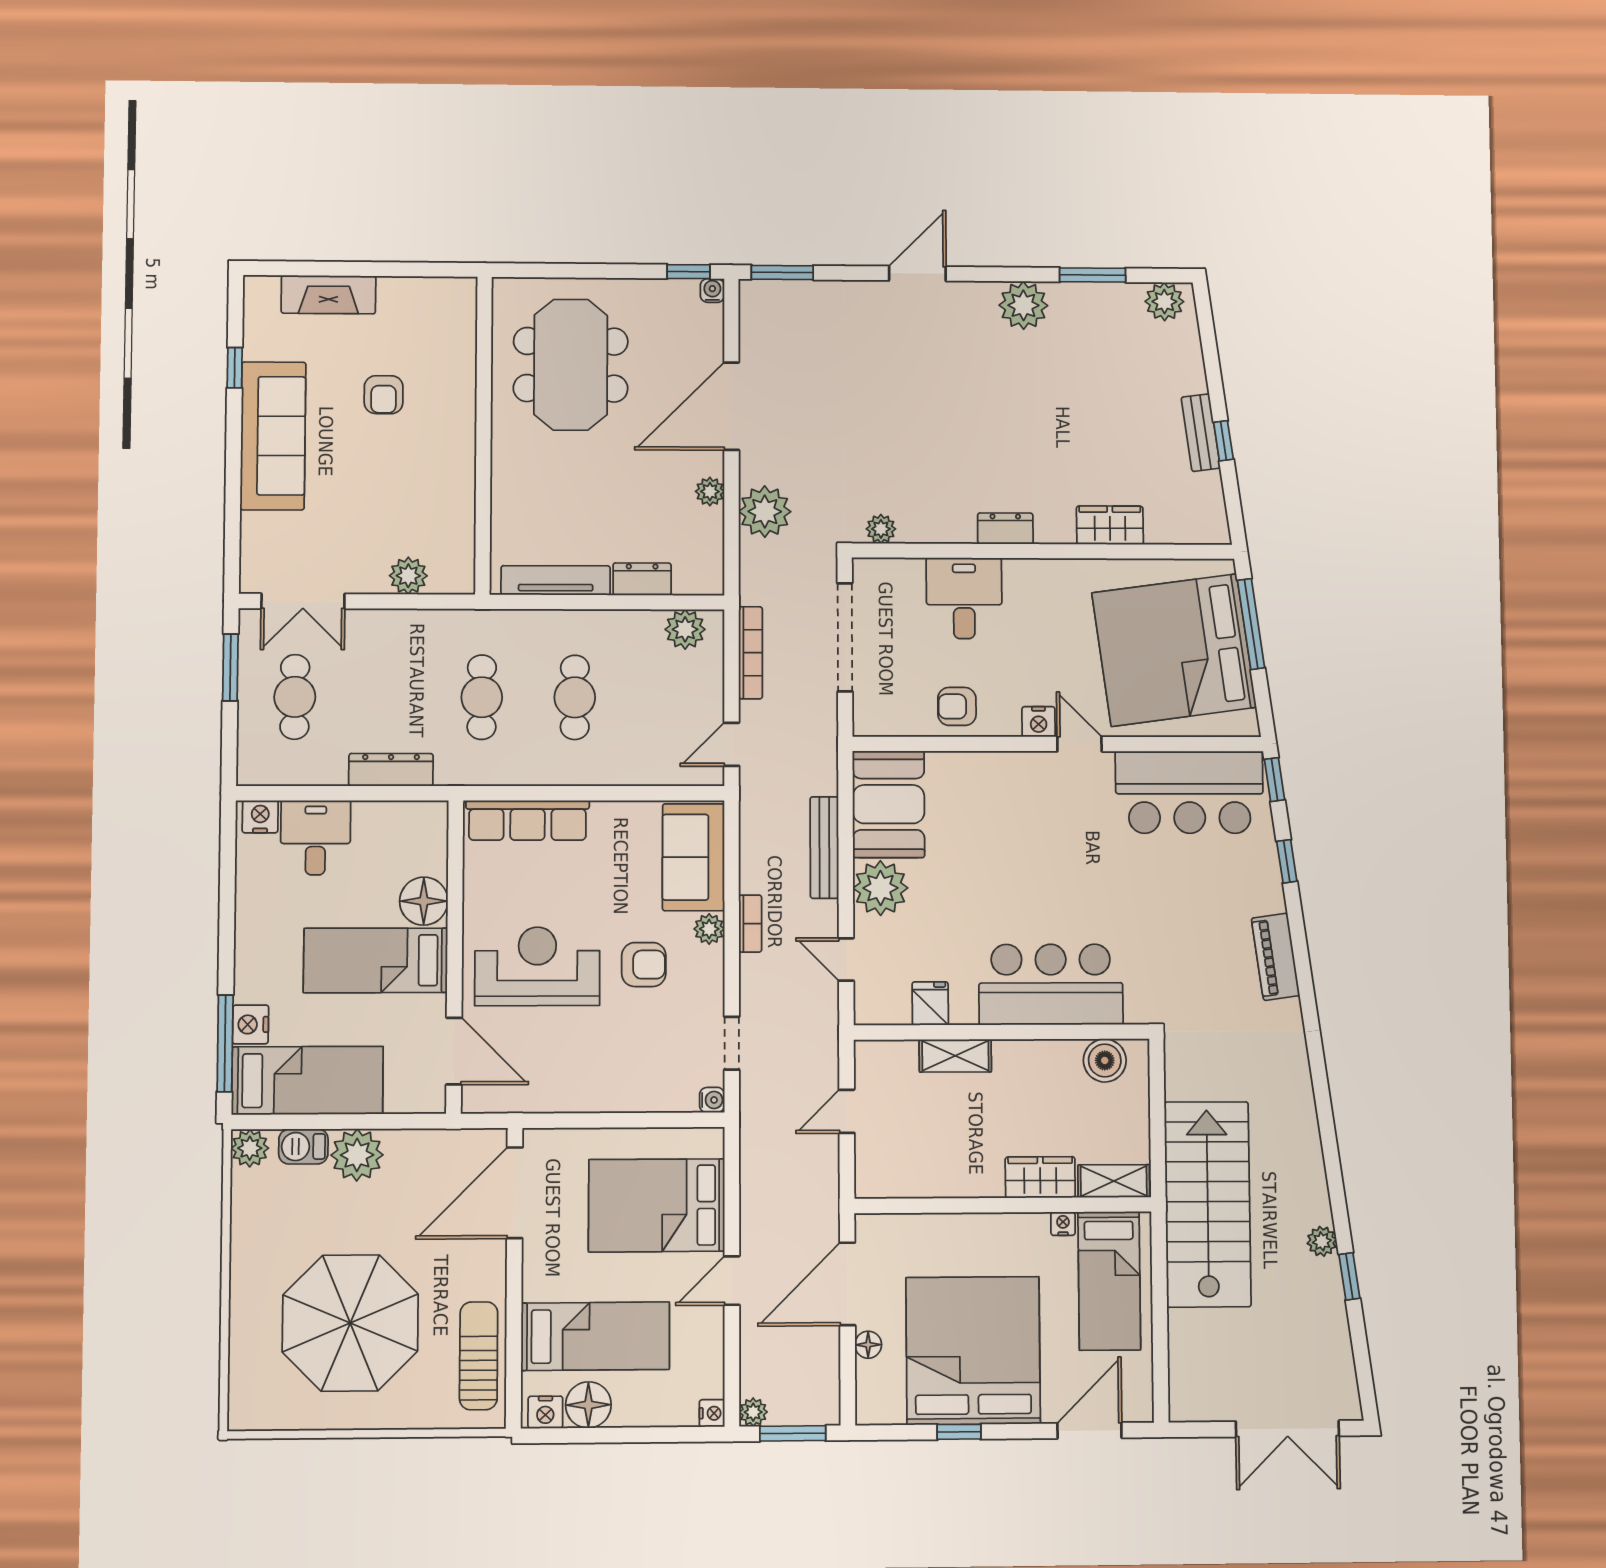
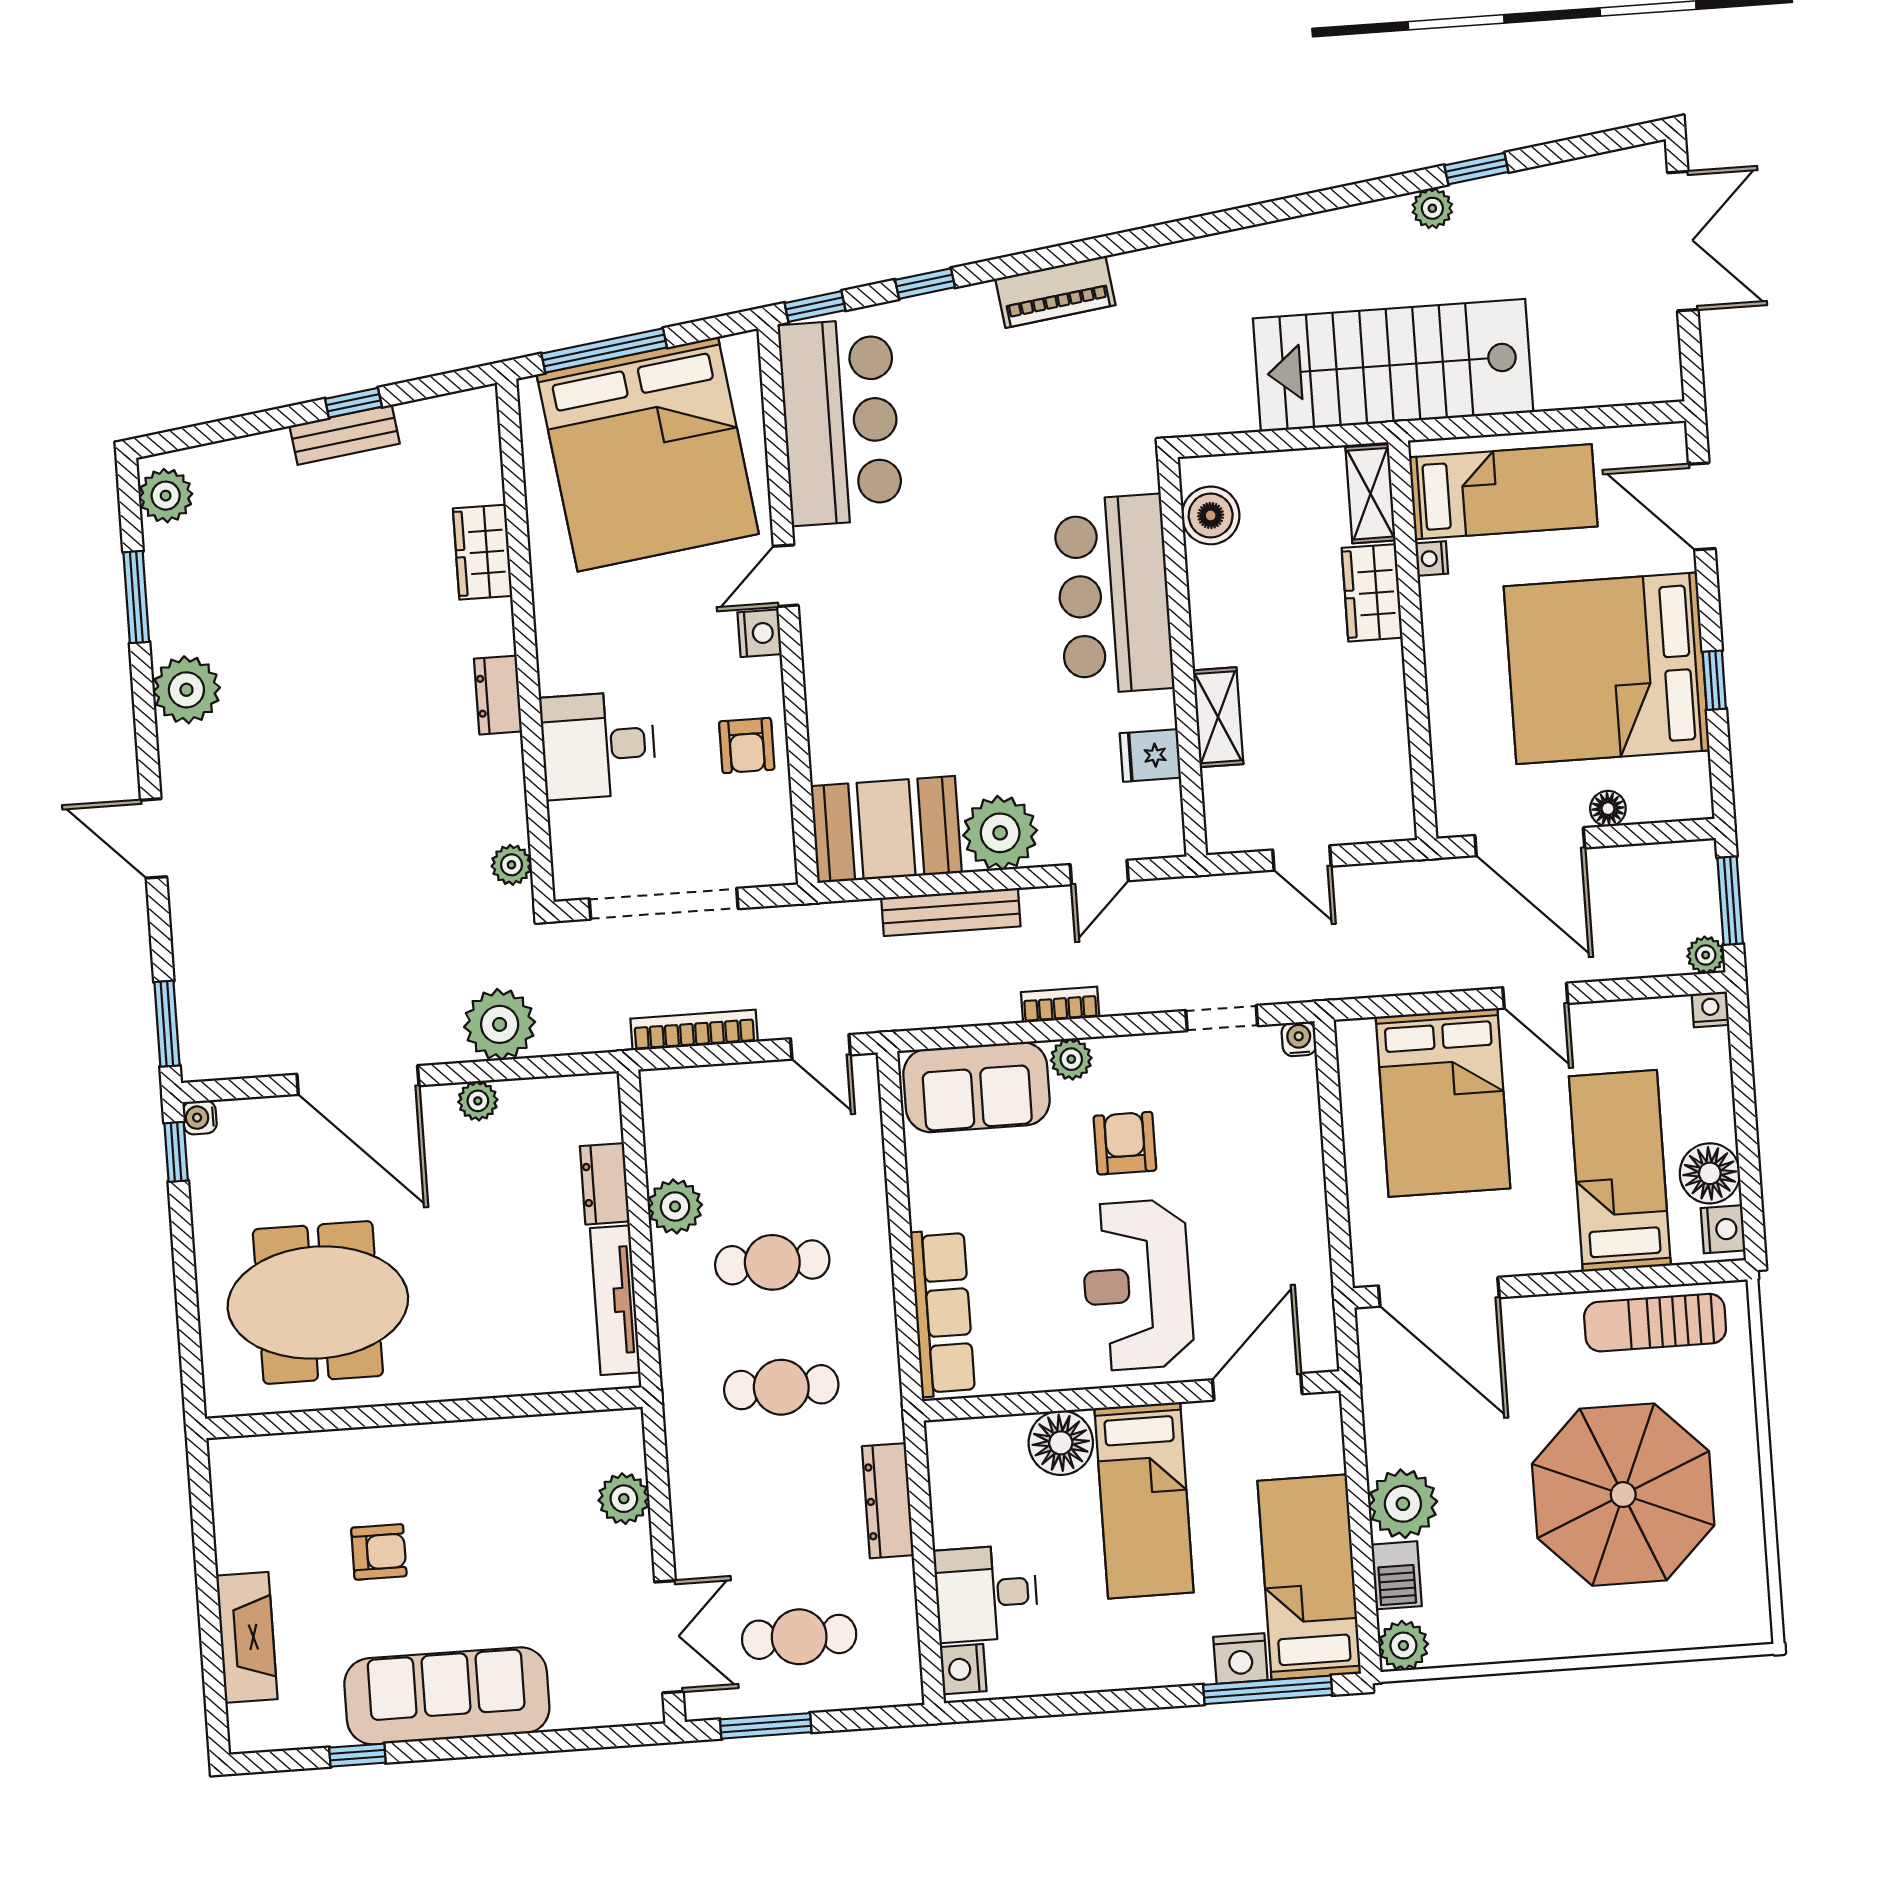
plant: (685, 629) -> (675, 1206), moved

